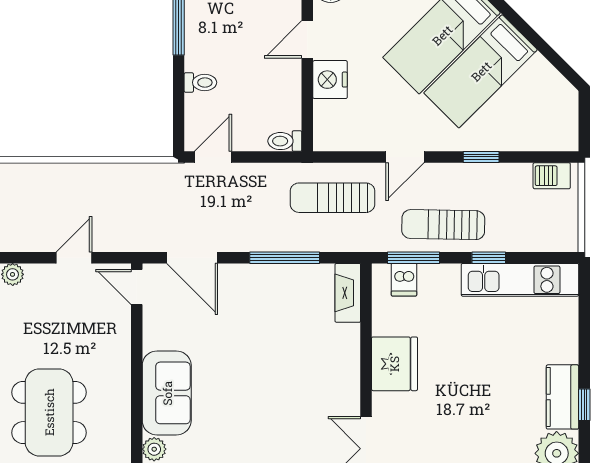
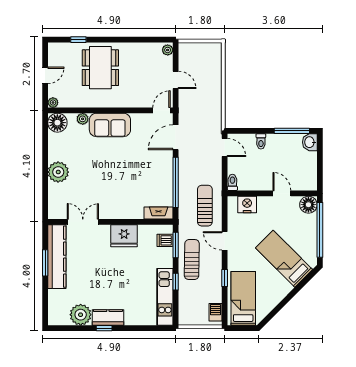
bed: (481, 71) -> (243, 298), moved, turned 45
nightstand: (330, 80) -> (247, 204), moved
window: (285, 258) -> (176, 182), width x1.46
dining table: (49, 412) -> (100, 68), turned 90

